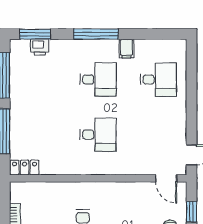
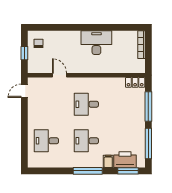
printer: (40, 47) -> (125, 160), width x1.87, depth x1.48
filing cabinet: (126, 48) -> (108, 161), moved
door: (166, 178) -> (60, 75), moved

